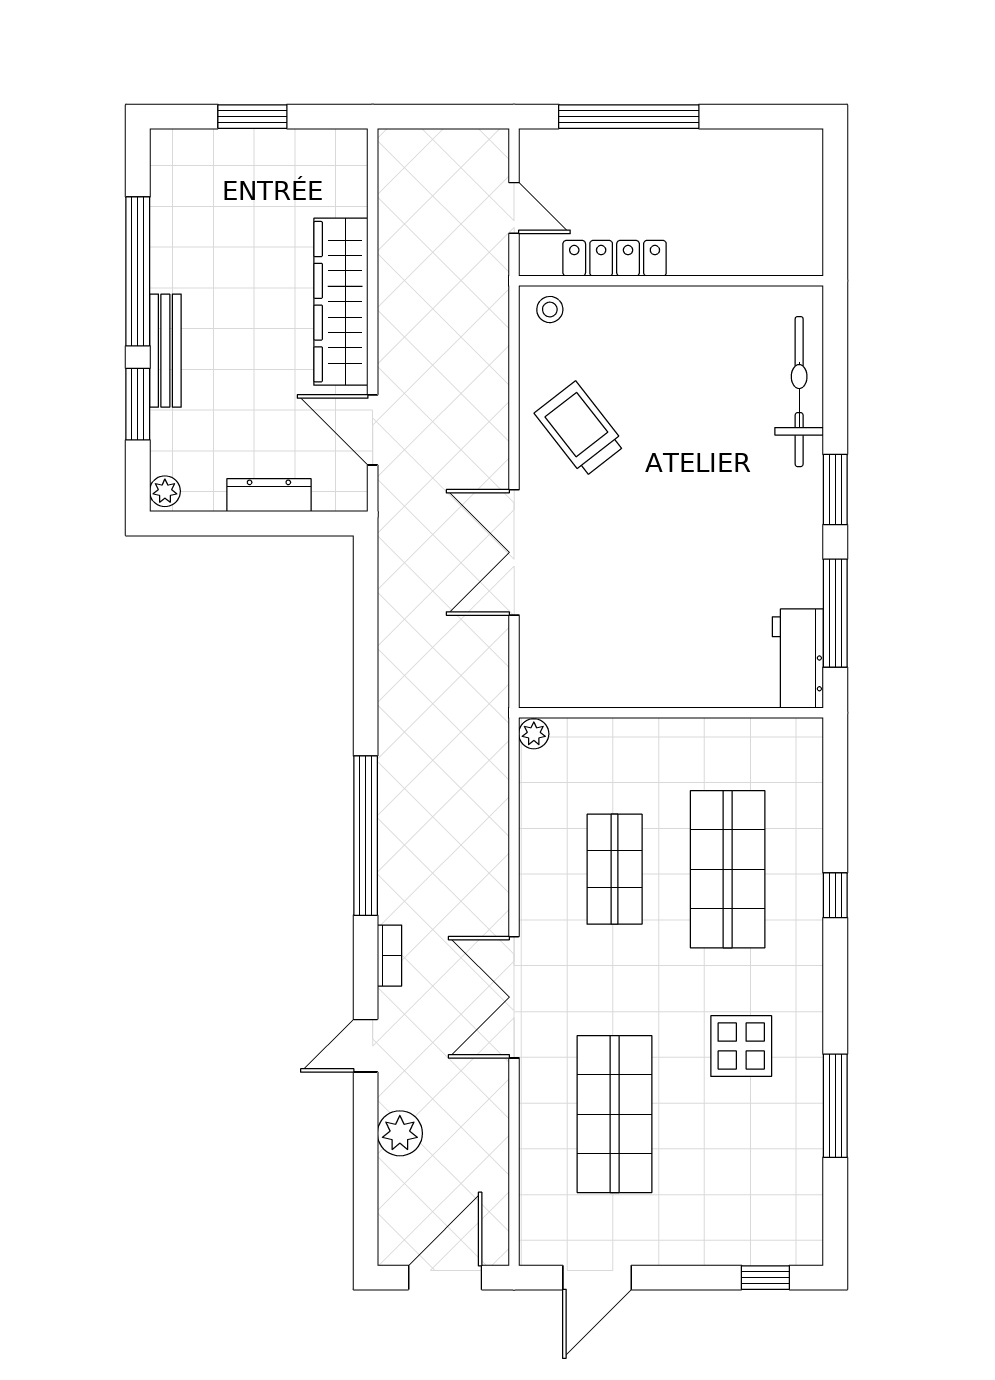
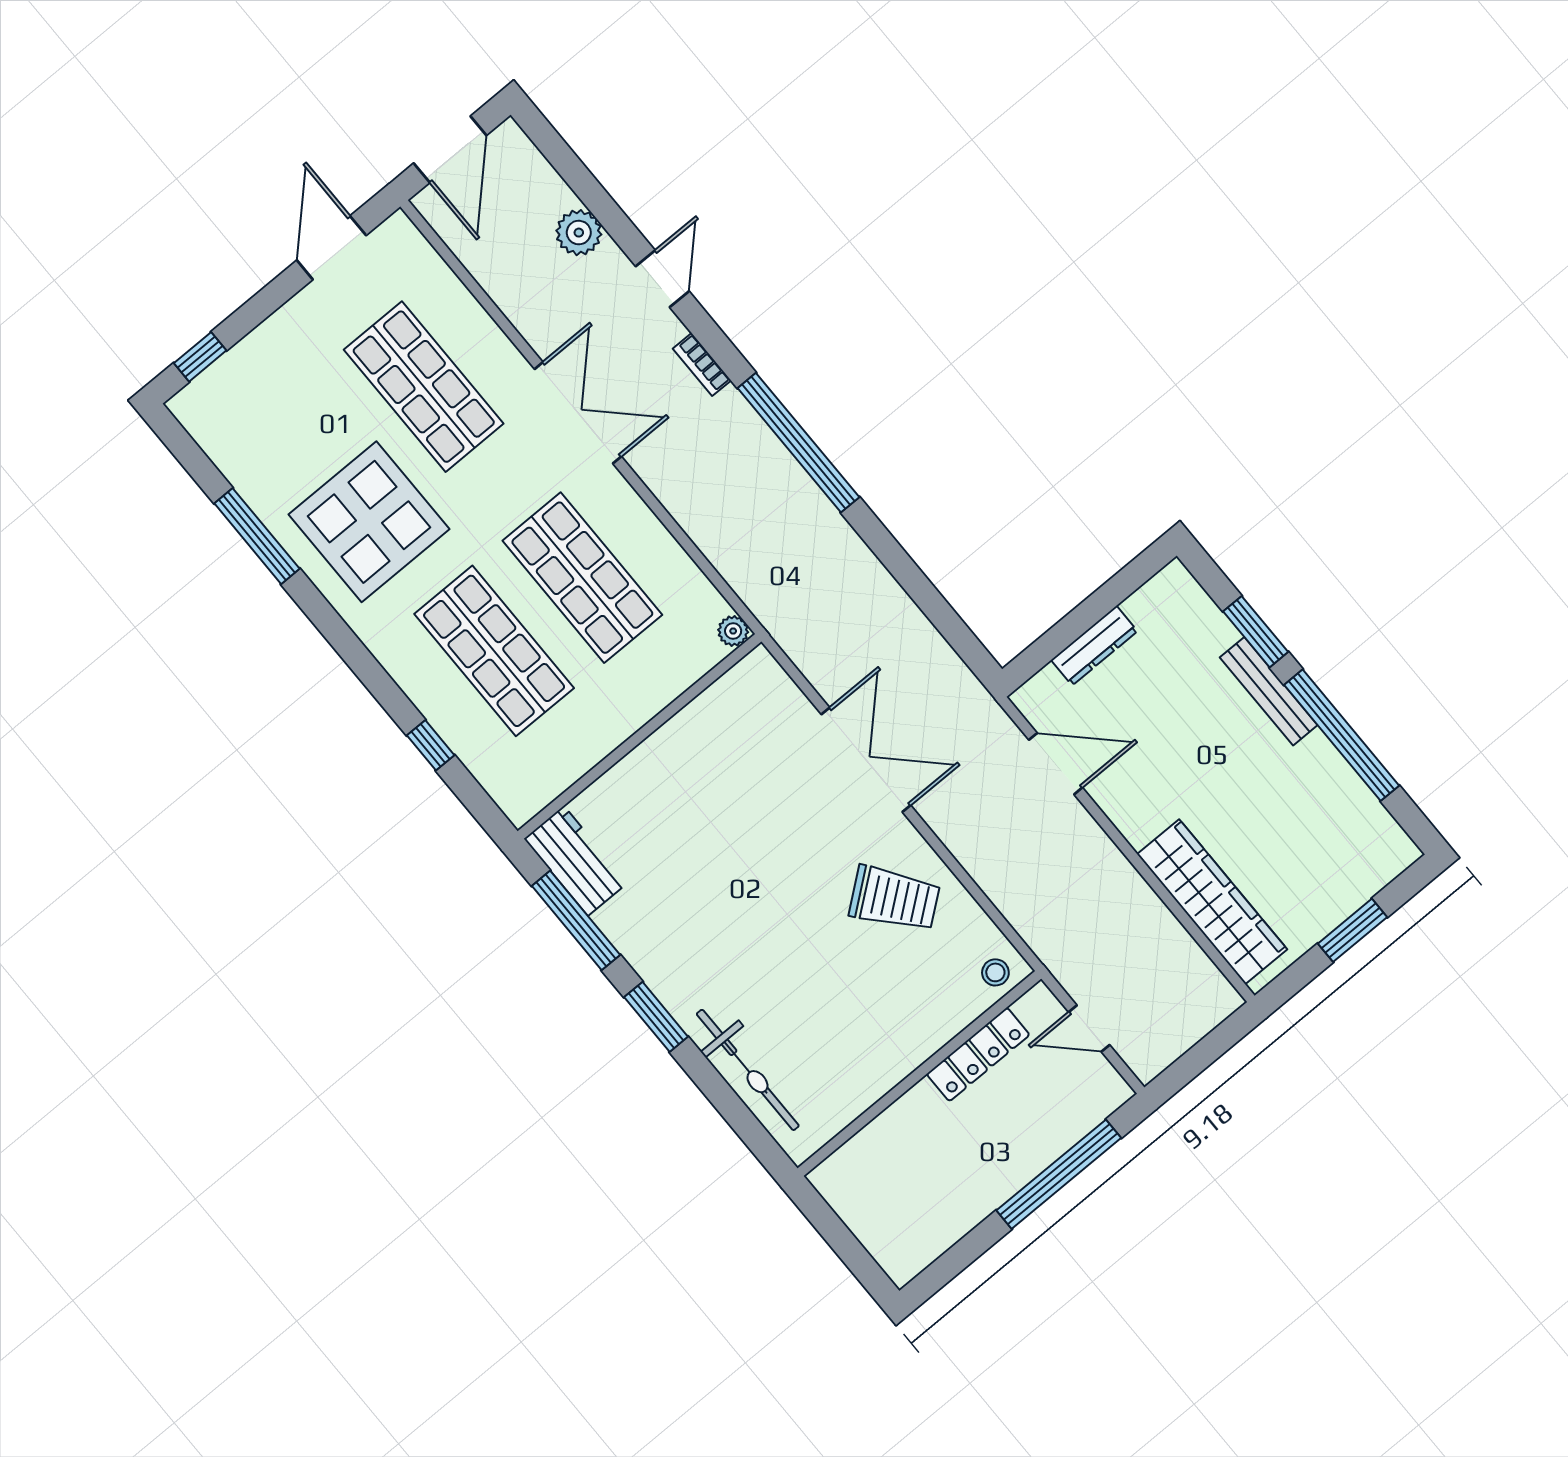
wardrobe: (341, 302) -> (1212, 902), moved
plant: (165, 491) -> (1178, 581), removed
shop shelf: (615, 869) -> (582, 578), width x1.43, depth x1.36
window: (835, 895) -> (431, 745), moved
display table: (741, 1046) -> (369, 522), width x1.86, depth x1.86

